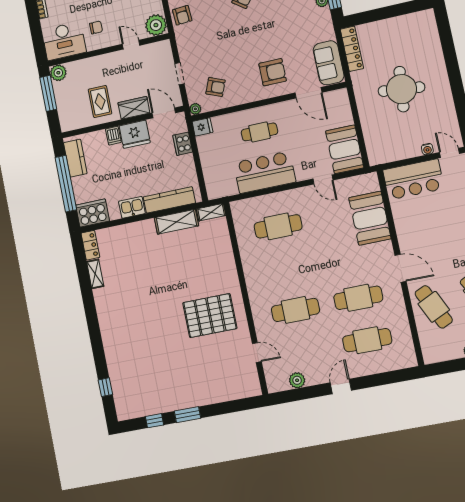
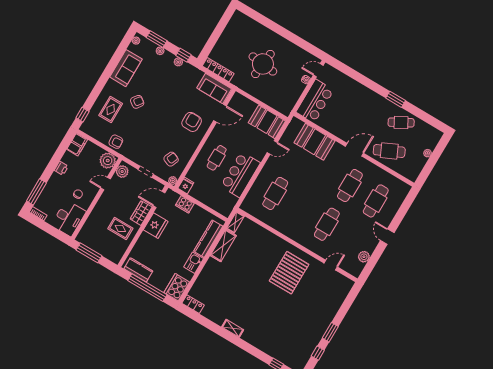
plant: (58, 73) -> (122, 172), moved
dishwasher: (113, 136) -> (146, 238), removed
shelving: (95, 274) -> (233, 328), moved

